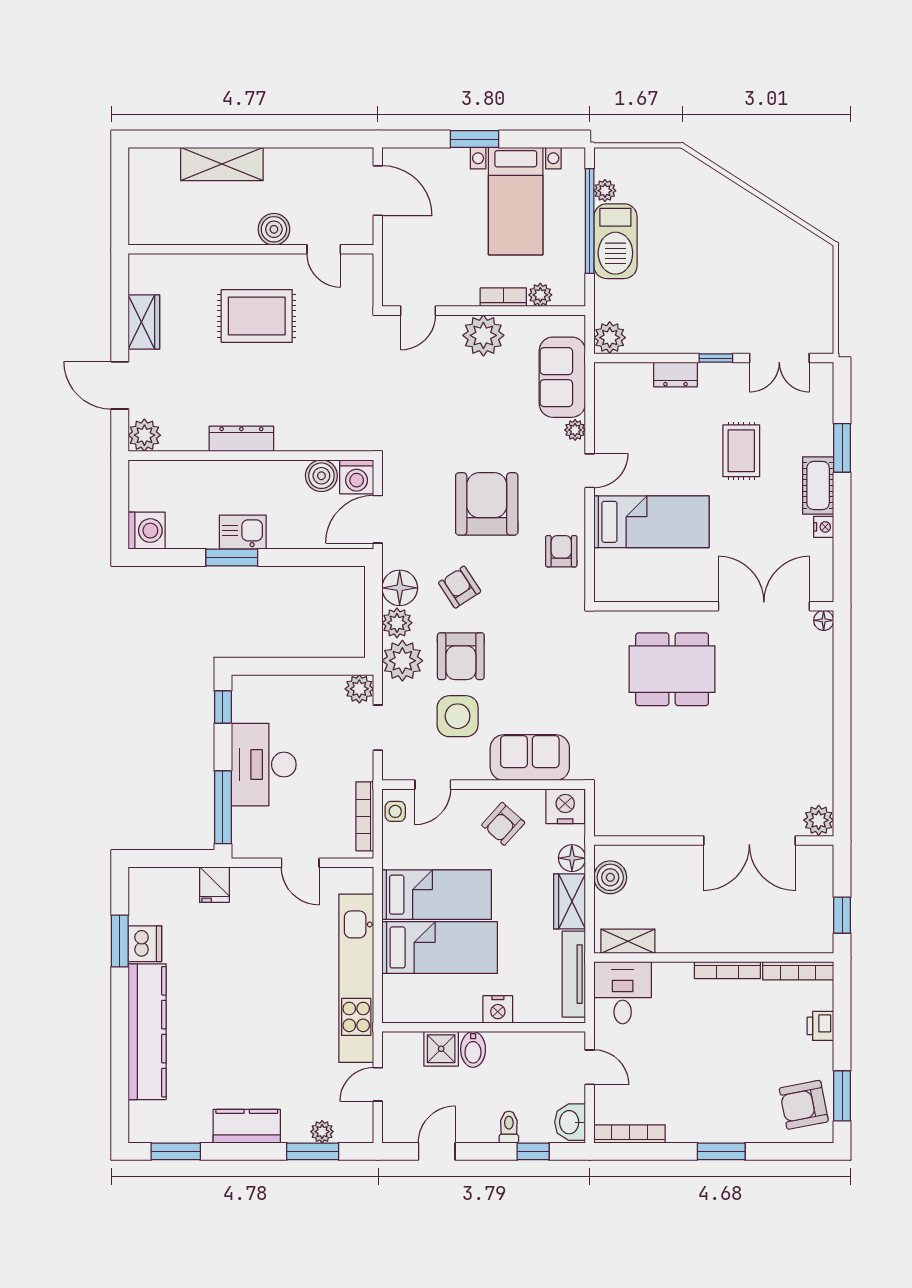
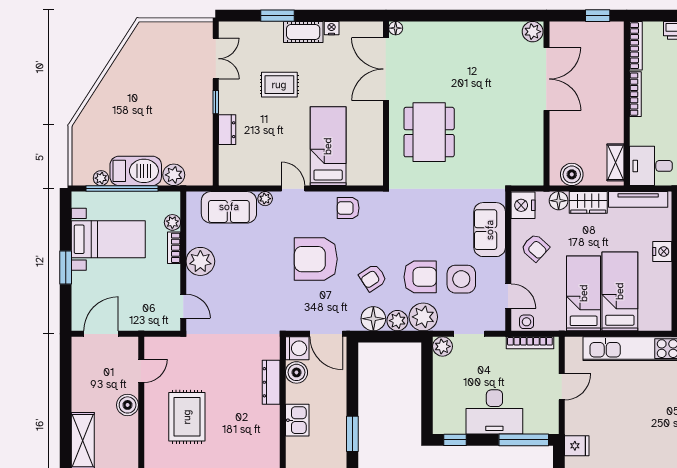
plant: (610, 338) -> (174, 175), moved
dresser: (241, 439) -> (271, 382), moved
kitchen sink: (243, 532) -> (297, 420), moved, turned 180

